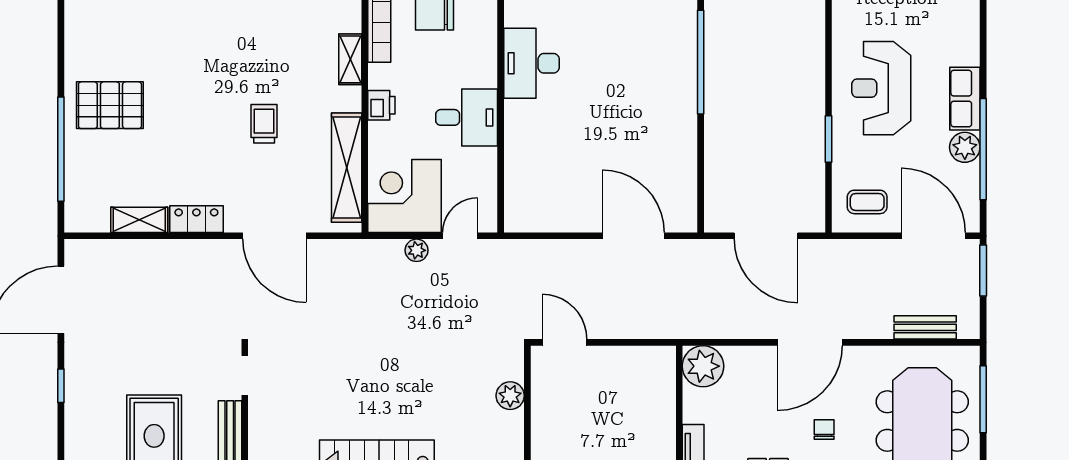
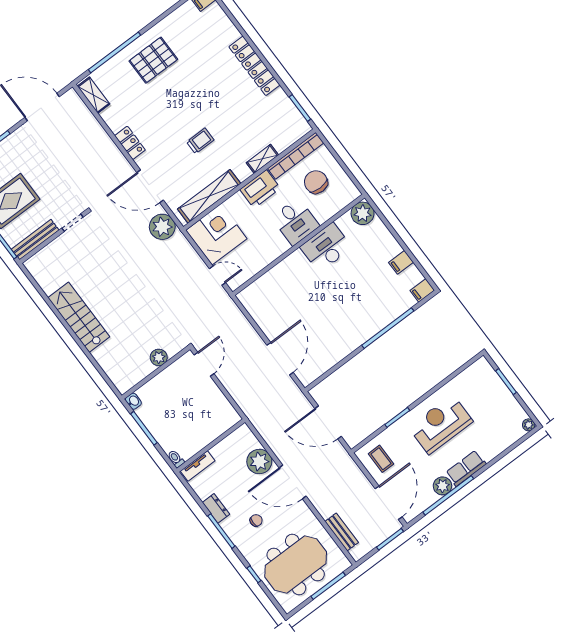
pallet: (110, 105) -> (153, 60), turned 90
printer: (381, 105) -> (260, 189), width x1.87, depth x1.48
desk: (467, 117) -> (295, 222), moved
shelving: (139, 220) -> (94, 95), moved
door: (274, 236) -> (150, 186), hinge flipped
door: (766, 236) -> (328, 422), hinge flipped
plant: (417, 250) -> (162, 227), moved, width x1.88, depth x1.88
plant: (703, 366) -> (259, 461), moved

